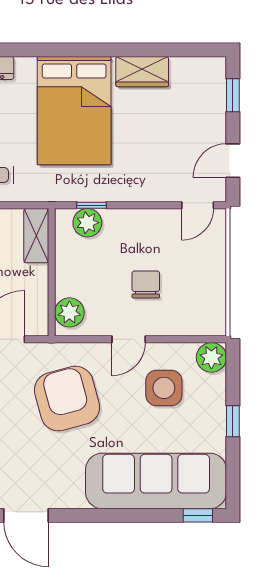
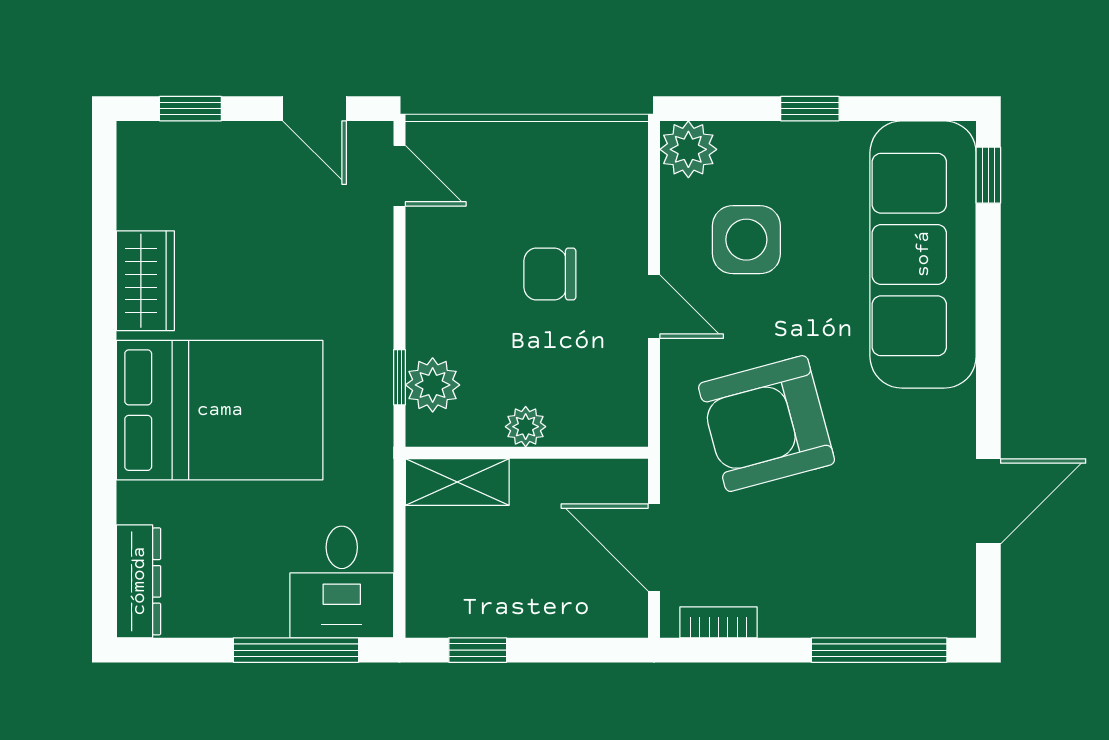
plant: (69, 312) -> (526, 427), moved, width x0.73, depth x0.73

